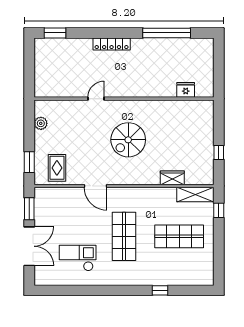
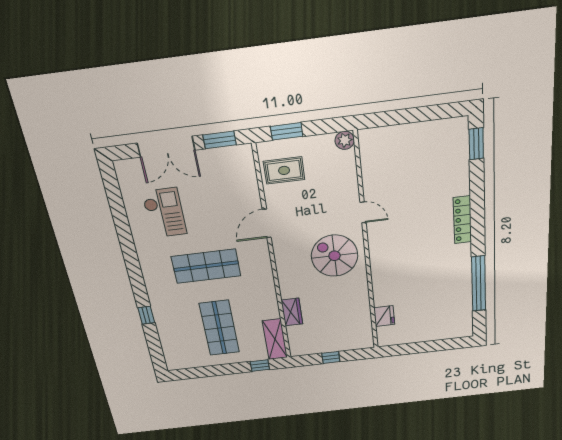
fridge: (186, 90) -> (384, 316), moved
door: (96, 99) -> (363, 212), moved
wall: (124, 99) -> (366, 247), moved

